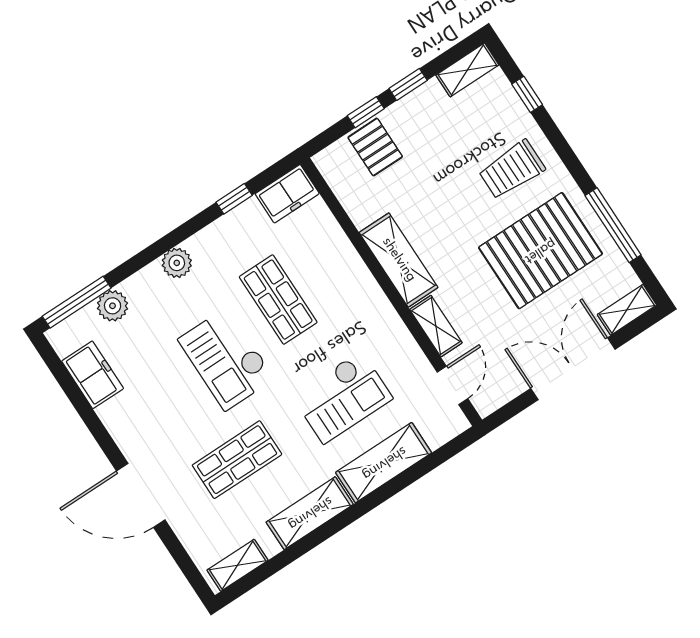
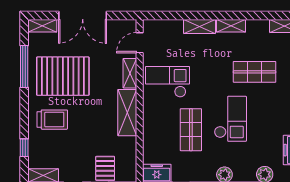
checkout: (342, 397) -> (167, 82), moved
shelving: (384, 463) -> (200, 26), width x0.67, depth x0.75
shelving: (310, 513) -> (231, 26), width x0.67, depth x0.75

